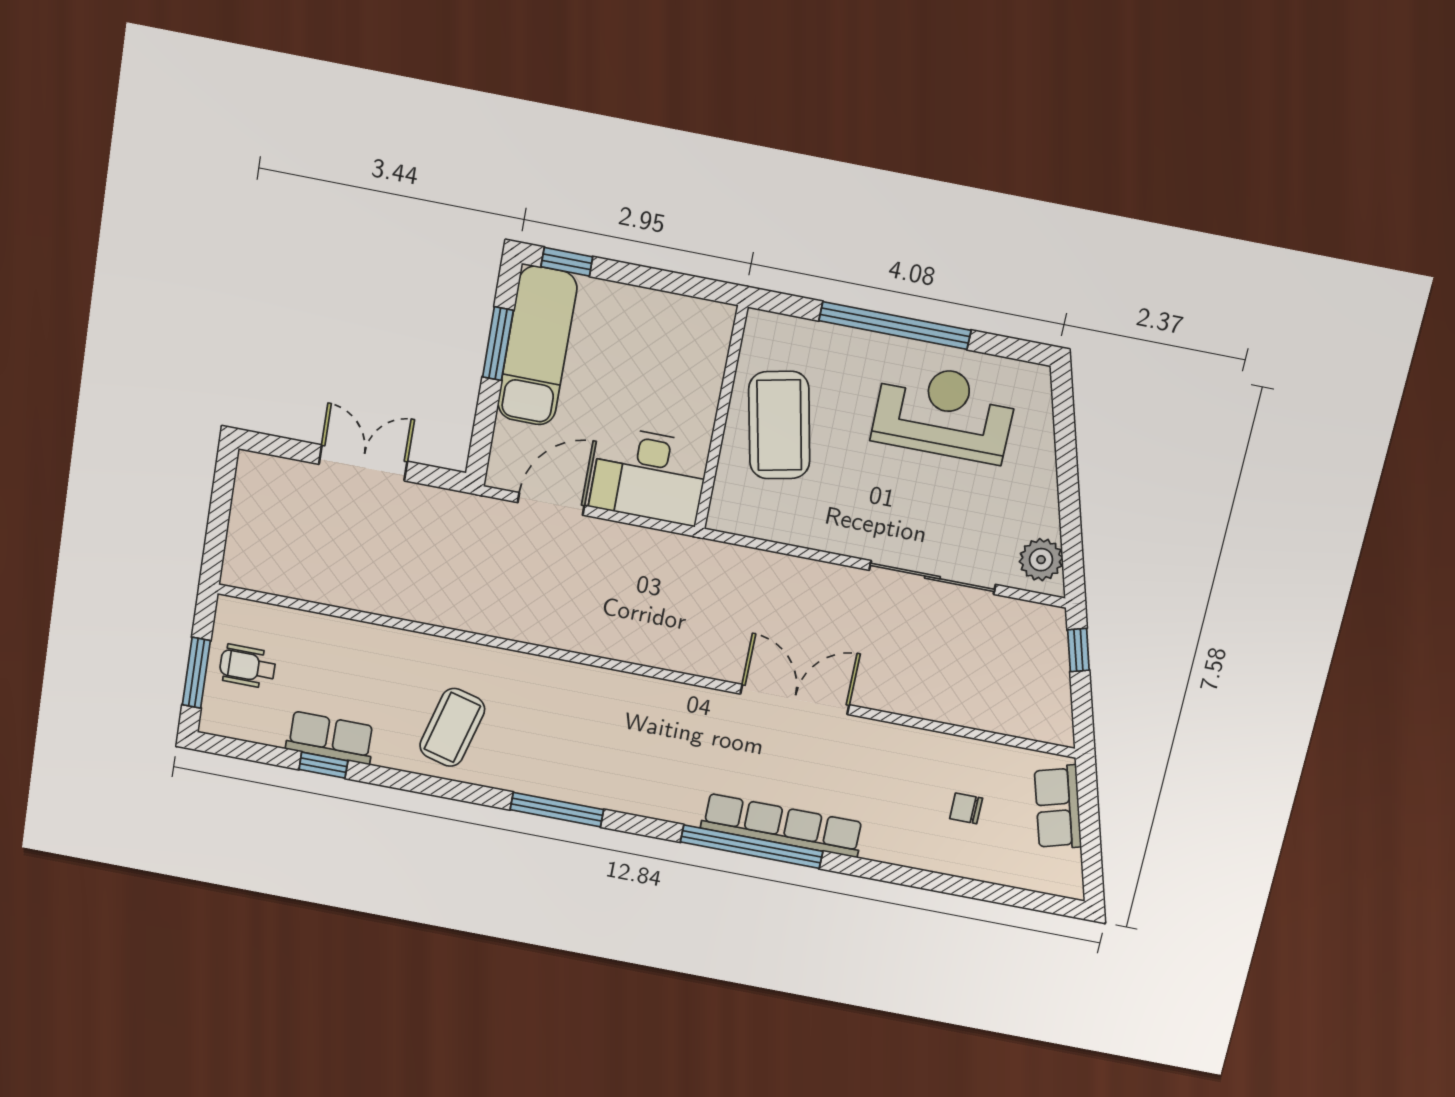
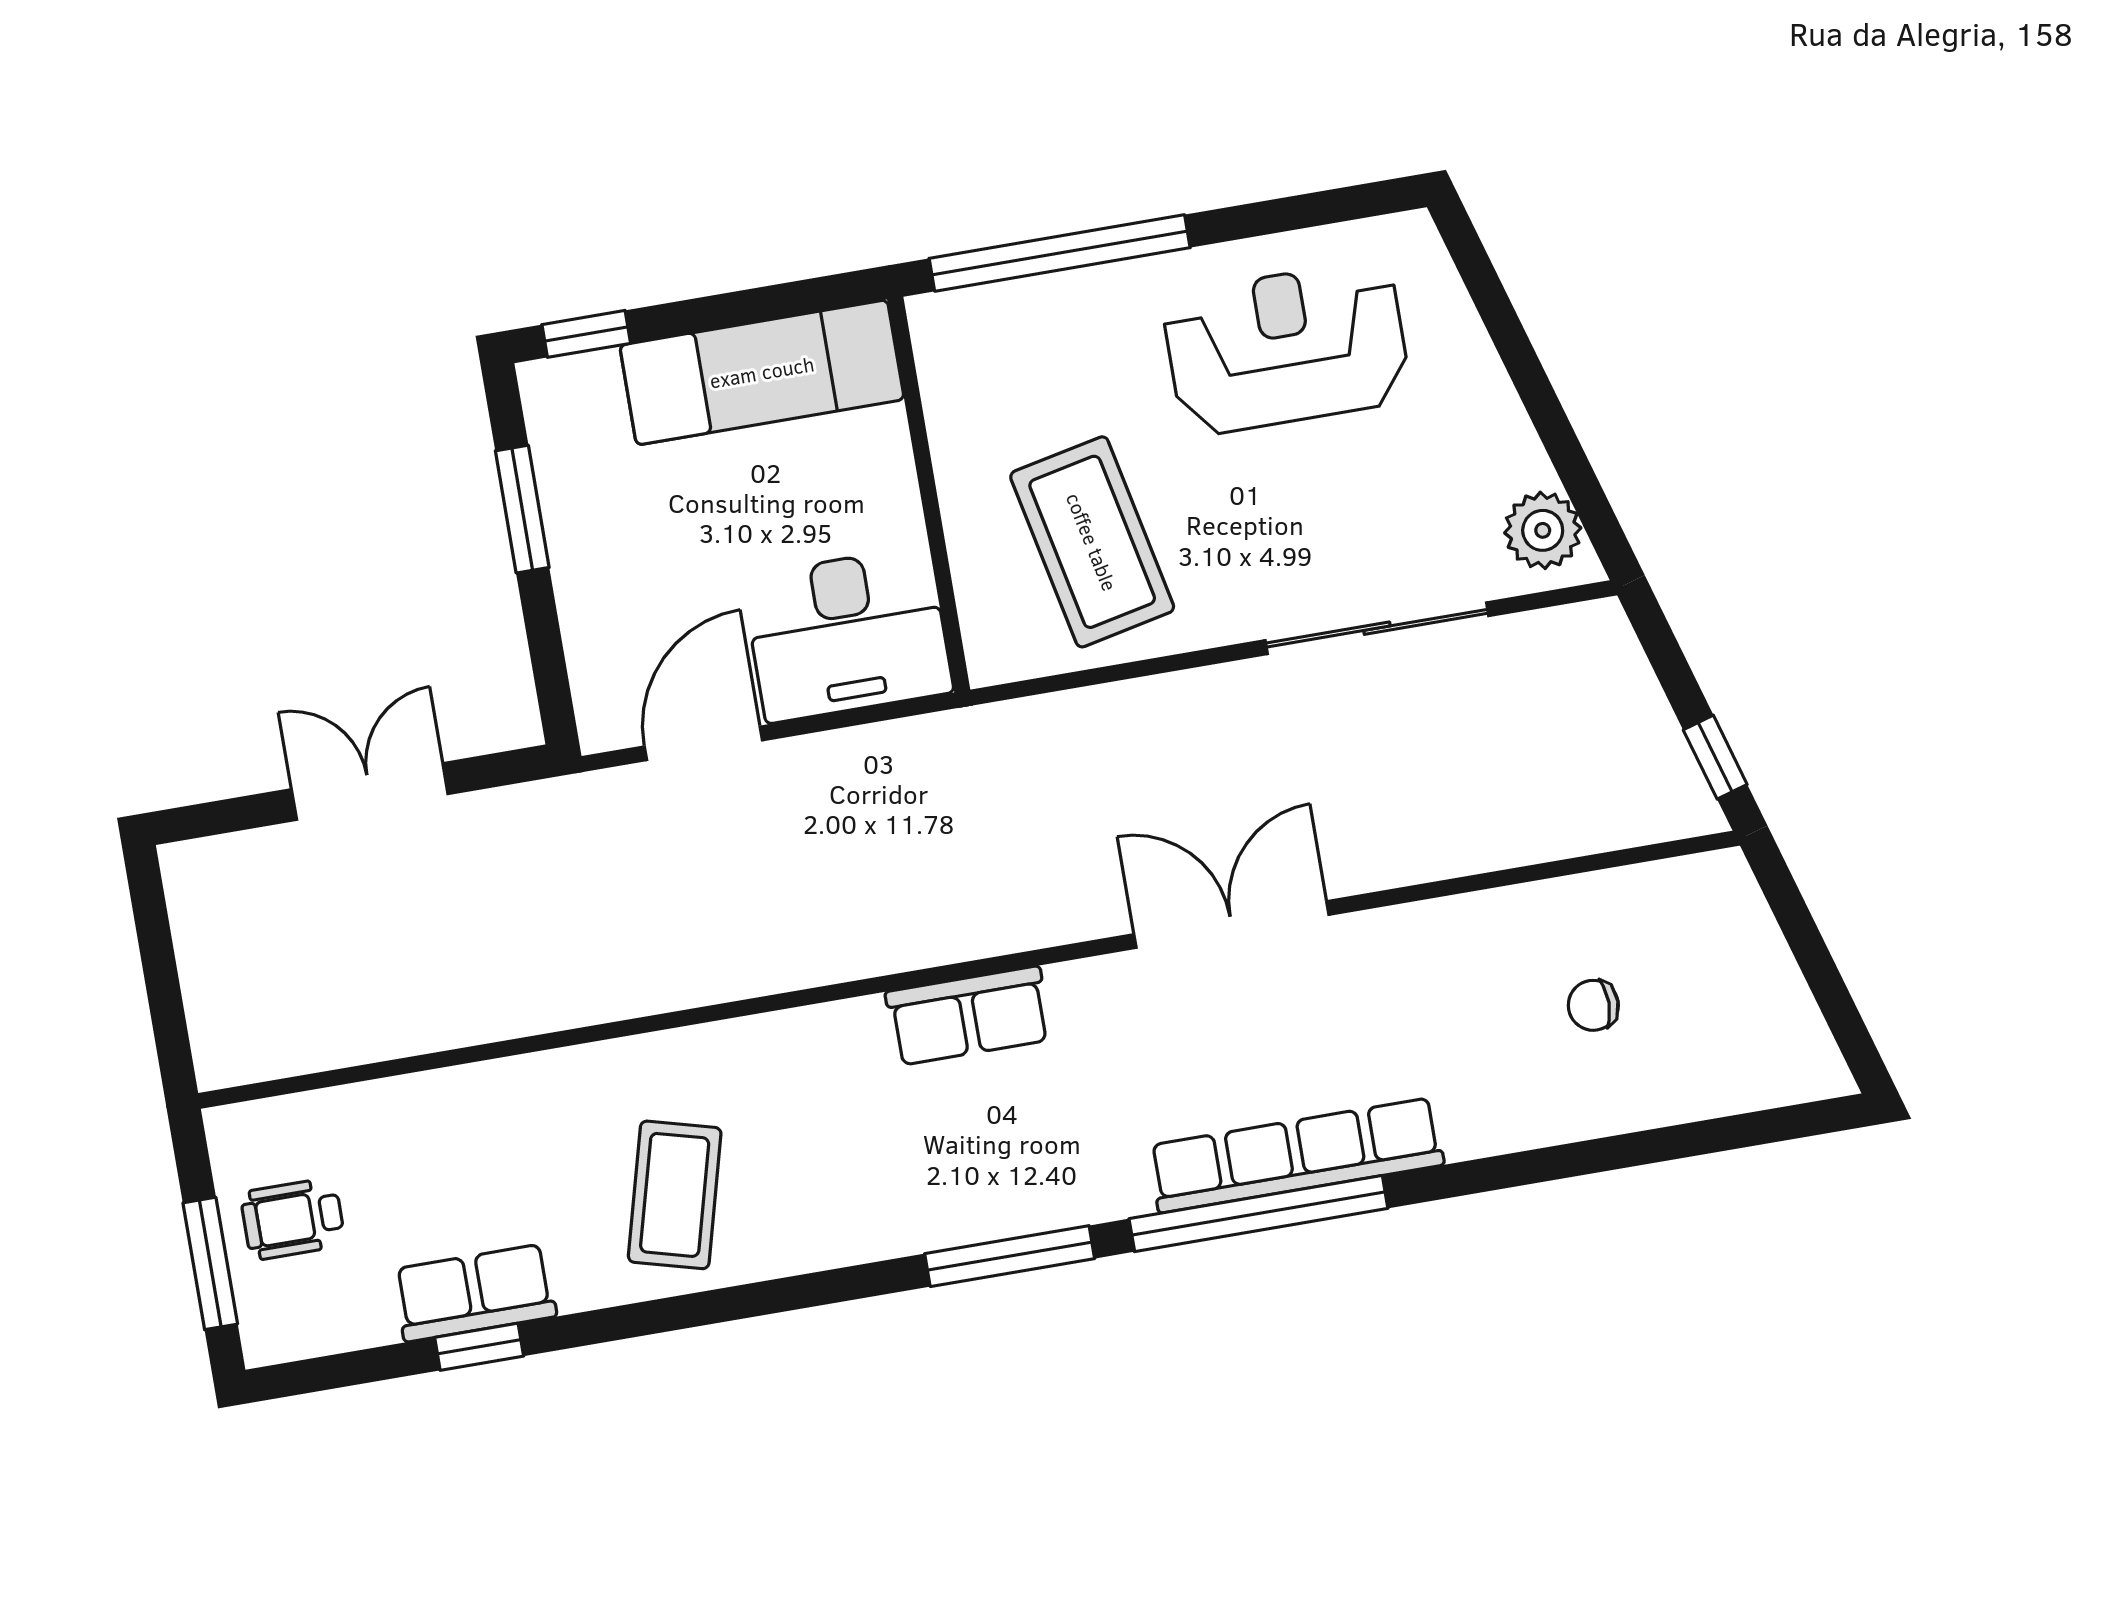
window: (895, 325) -> (1060, 253), moved
exam couch: (537, 346) -> (762, 372), moved, turned 90
coffee table: (779, 425) -> (1092, 542), moved
window: (1078, 650) -> (1715, 757), moved
row of seats: (1058, 807) -> (968, 1016), moved, turned -74
window: (557, 810) -> (1010, 1256), moved

